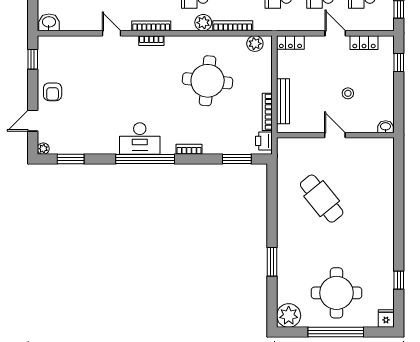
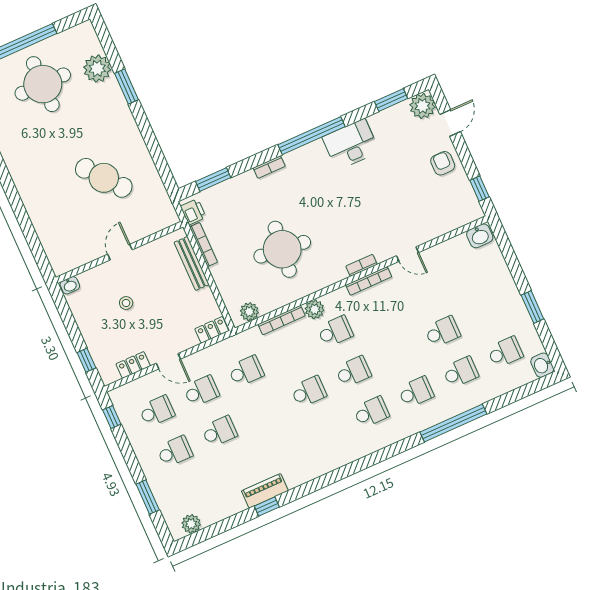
door: (335, 135) -> (120, 252), swing flipped
desk: (140, 139) -> (351, 144), moved
plant: (43, 149) -> (422, 106), width x1.88, depth x1.88
plant: (289, 316) -> (97, 69), moved

